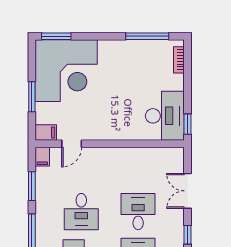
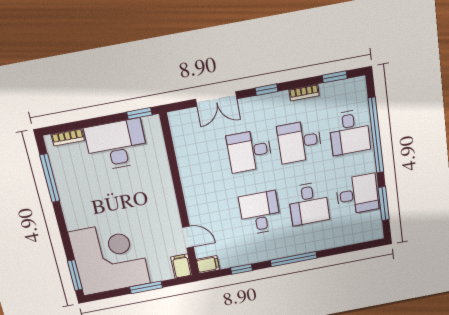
desk: (165, 116) -> (116, 145), moved
window: (32, 186) -> (241, 269), width x0.67
desk: (81, 212) -> (260, 213), turned -90

